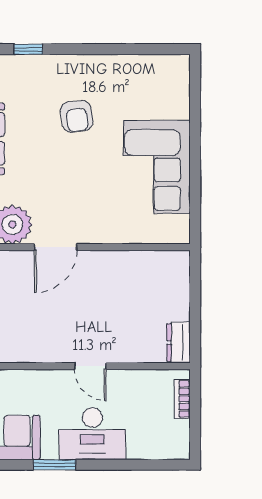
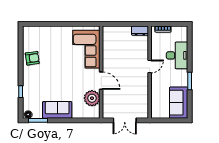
armchair: (77, 116) -> (32, 58), moved
corner sofa: (157, 167) -> (86, 49), moved, turned 90
desk: (92, 434) -> (177, 55), moved

